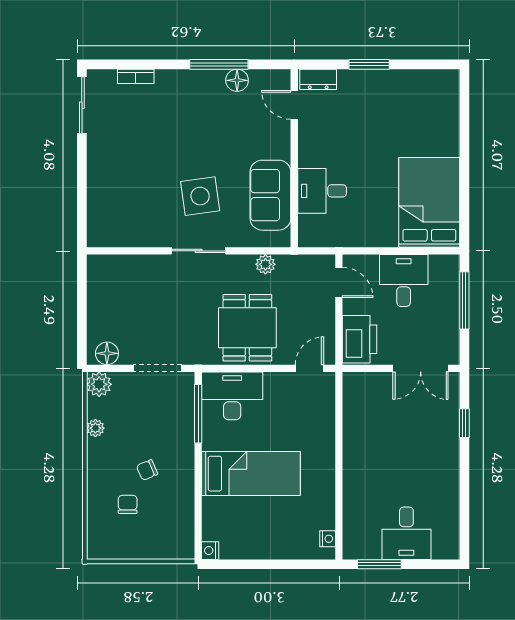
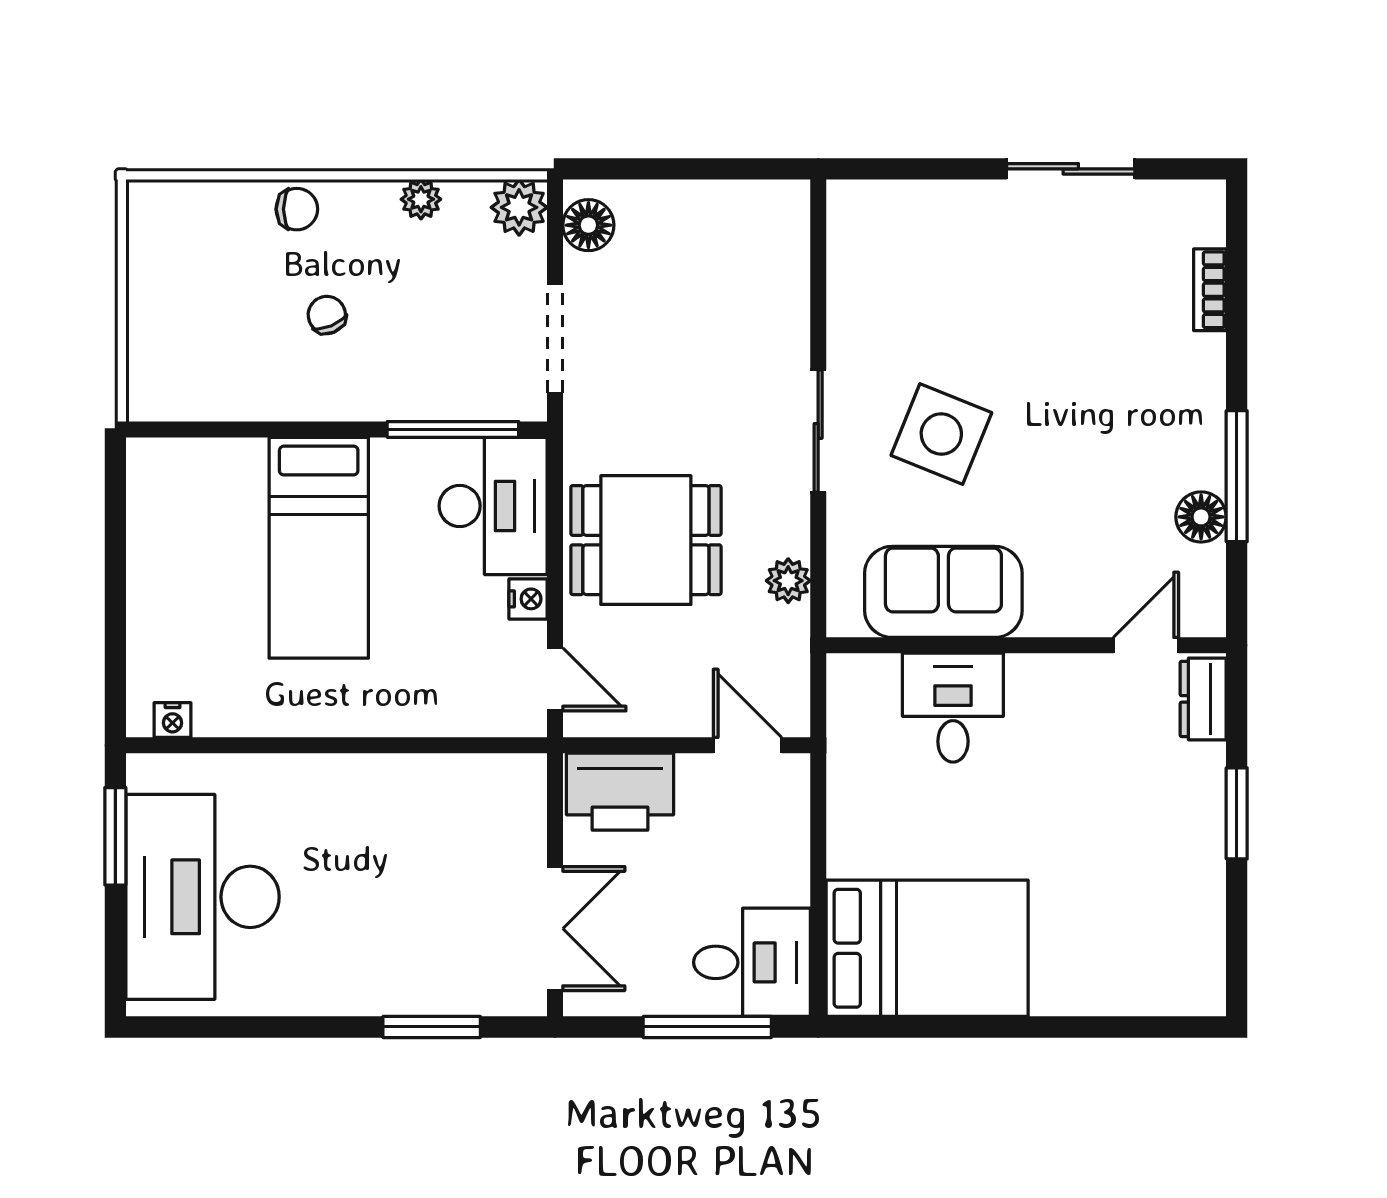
sliding door: (82, 105) -> (1071, 169), moved
side table: (200, 196) -> (941, 434), turned 30
desk: (404, 280) -> (752, 962), moved
door: (339, 282) -> (747, 745), swing flipped
double door: (421, 368) -> (555, 929), swing flipped
window: (464, 423) -> (432, 1027), width x1.50
chair: (128, 504) -> (297, 209), moved
desk: (406, 533) -> (203, 897), width x1.87, depth x1.30
nightstand: (210, 551) -> (528, 599), moved, turned 90

